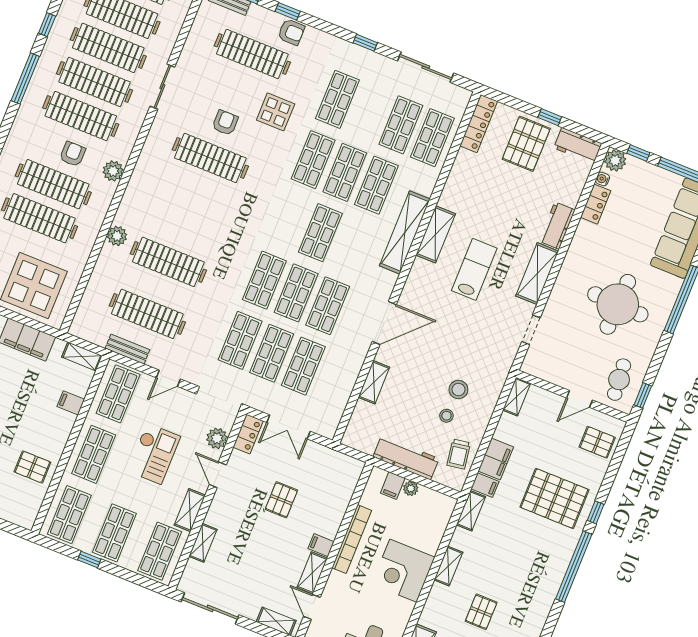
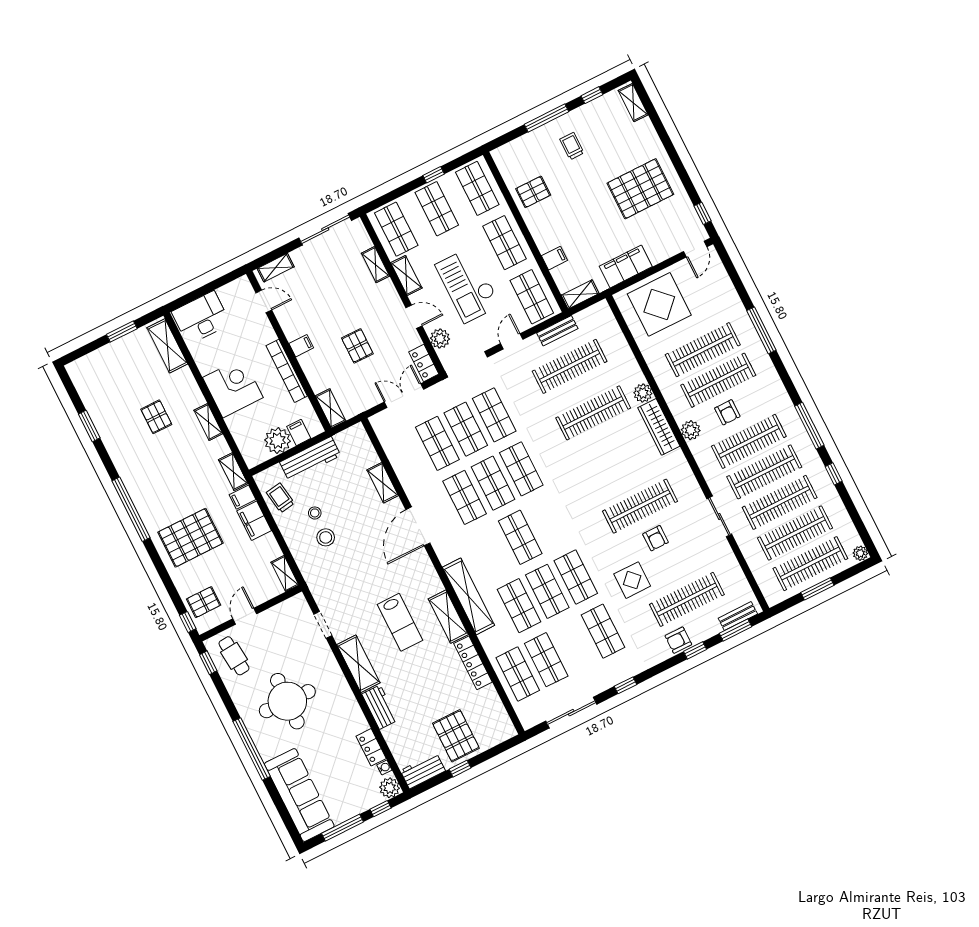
locker: (479, 124) -> (473, 663), moved
wardrobe: (133, 199) -> (659, 427), added
checkout: (154, 454) -> (468, 285), width x1.36, depth x1.21
plant: (411, 488) -> (278, 441), width x1.88, depth x1.88
window: (596, 512) -> (188, 622), moved
shelving: (312, 573) -> (331, 408), moved

